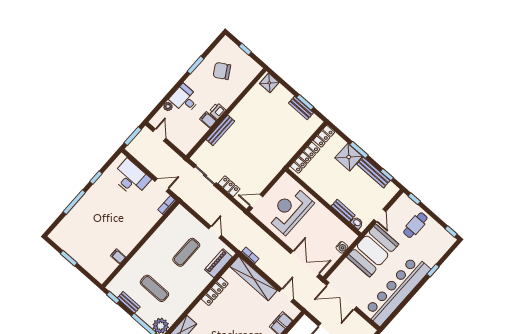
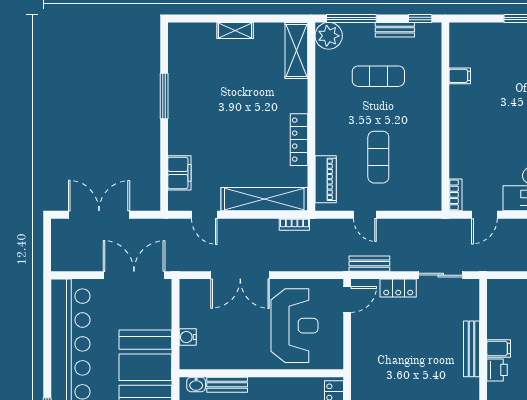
bench: (232, 208) -> (369, 264), added
double door: (305, 264) -> (240, 275), moved

